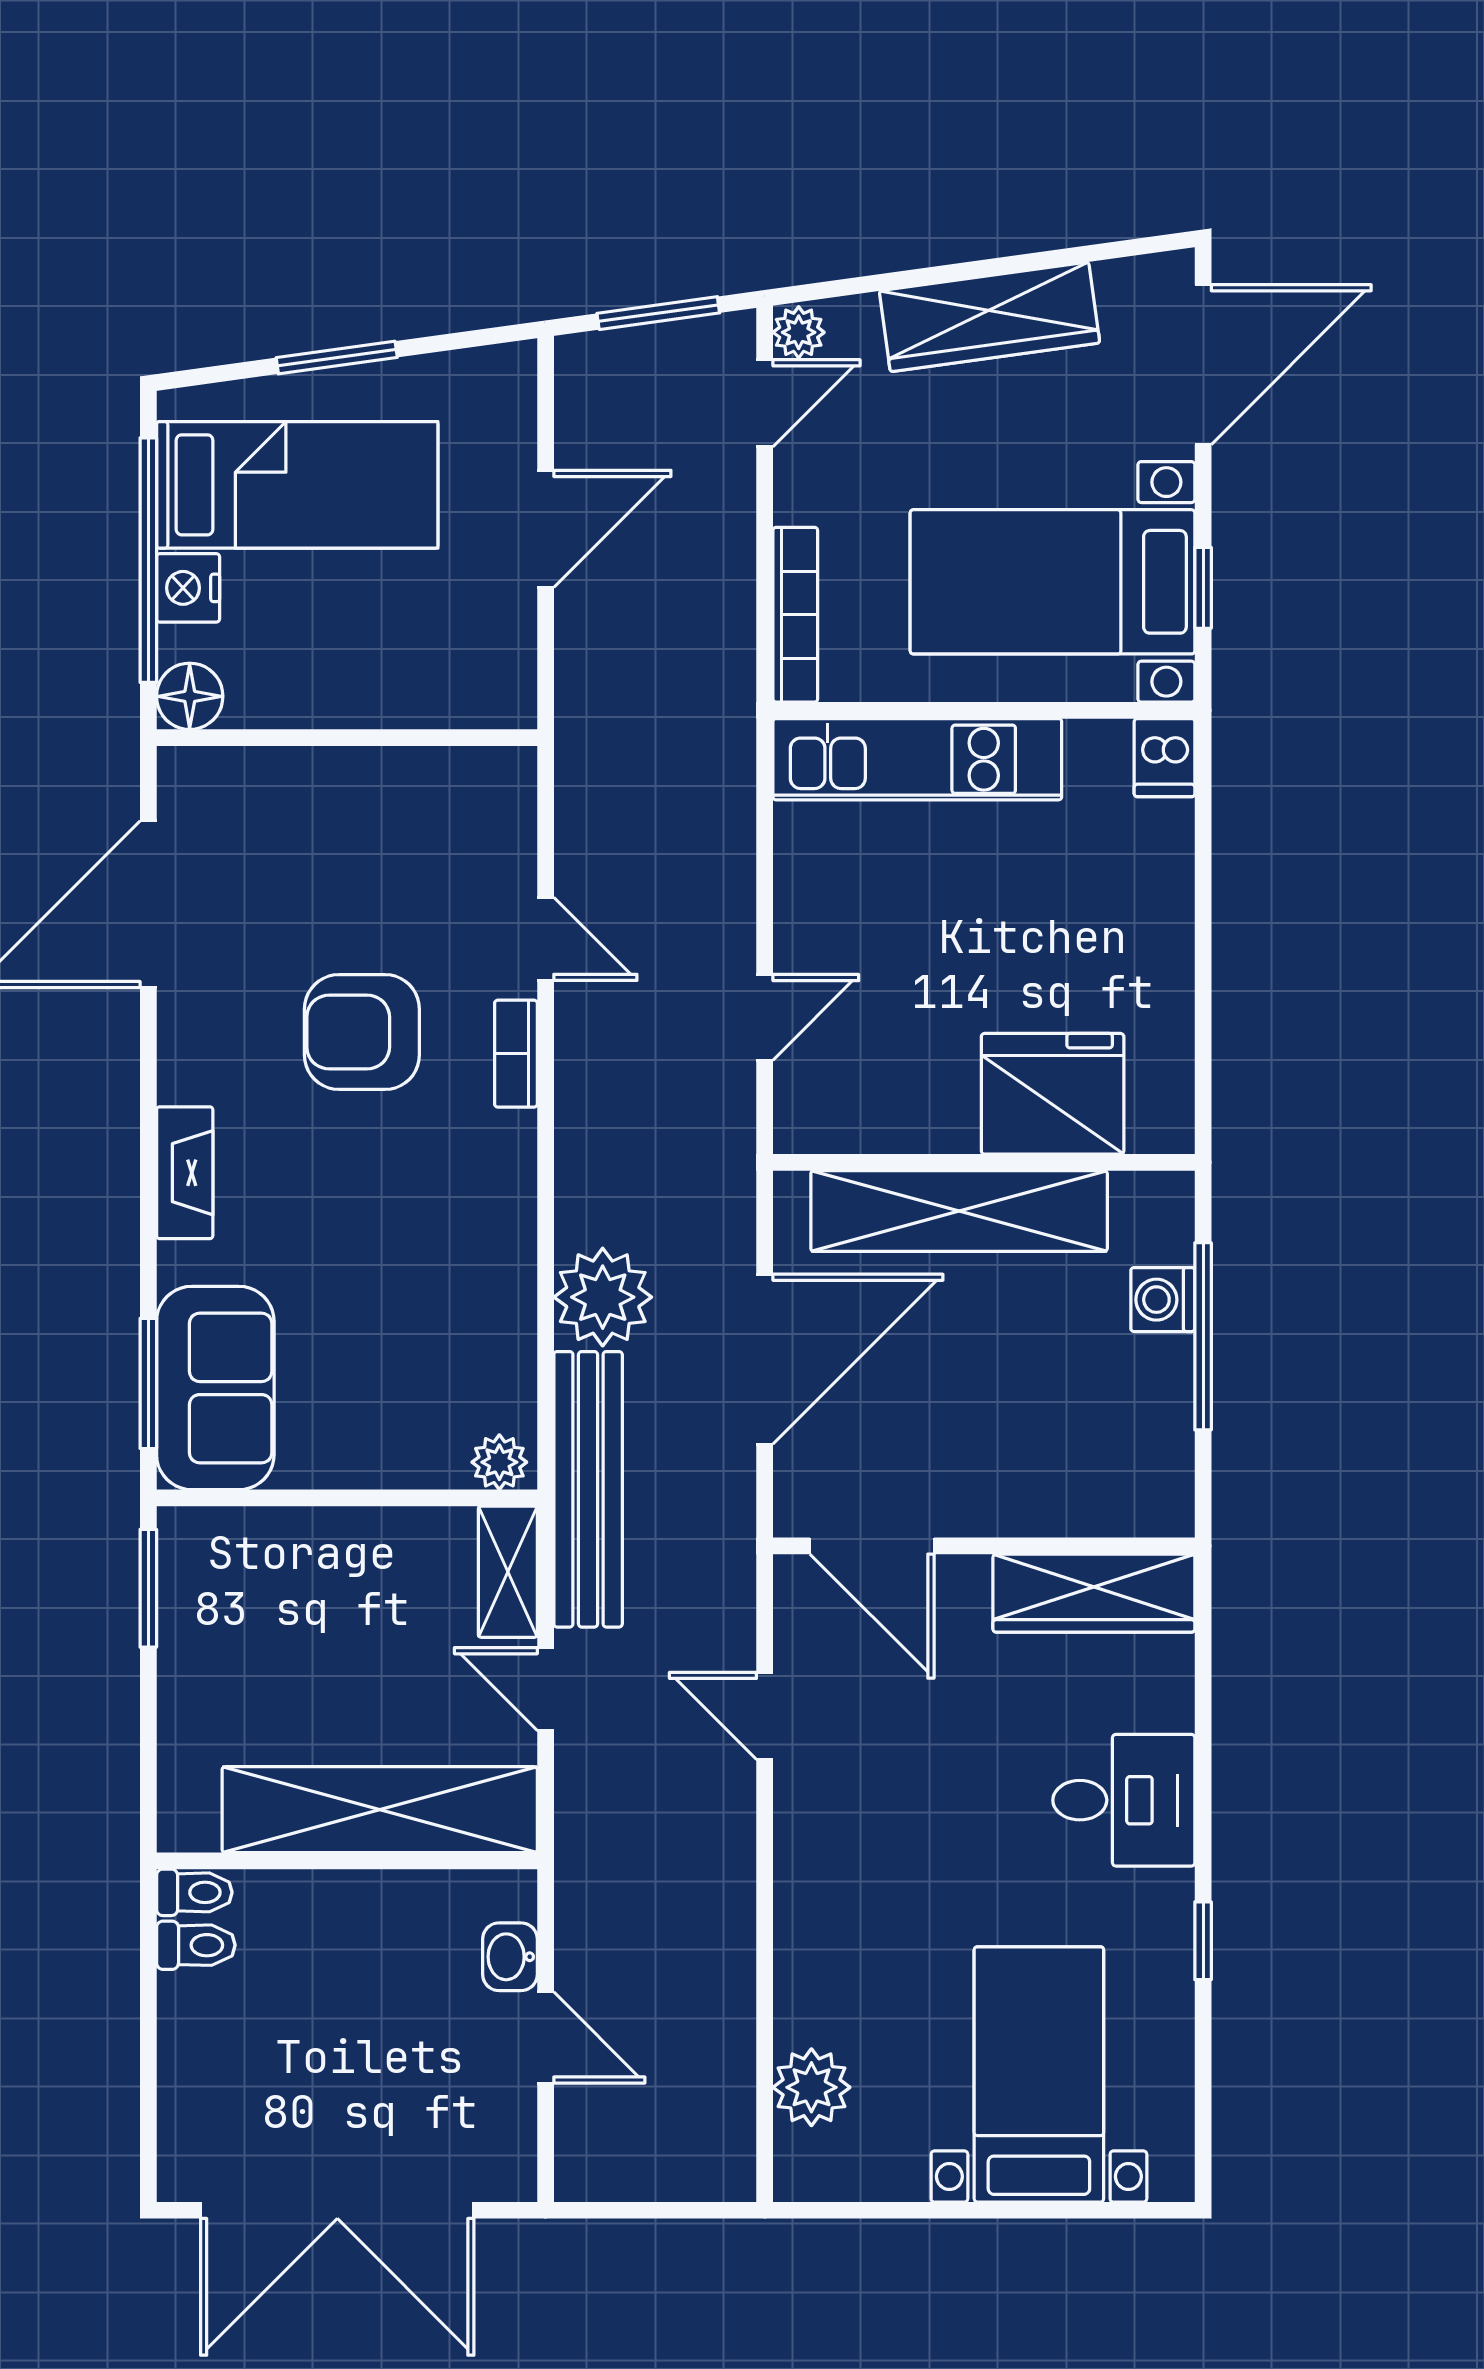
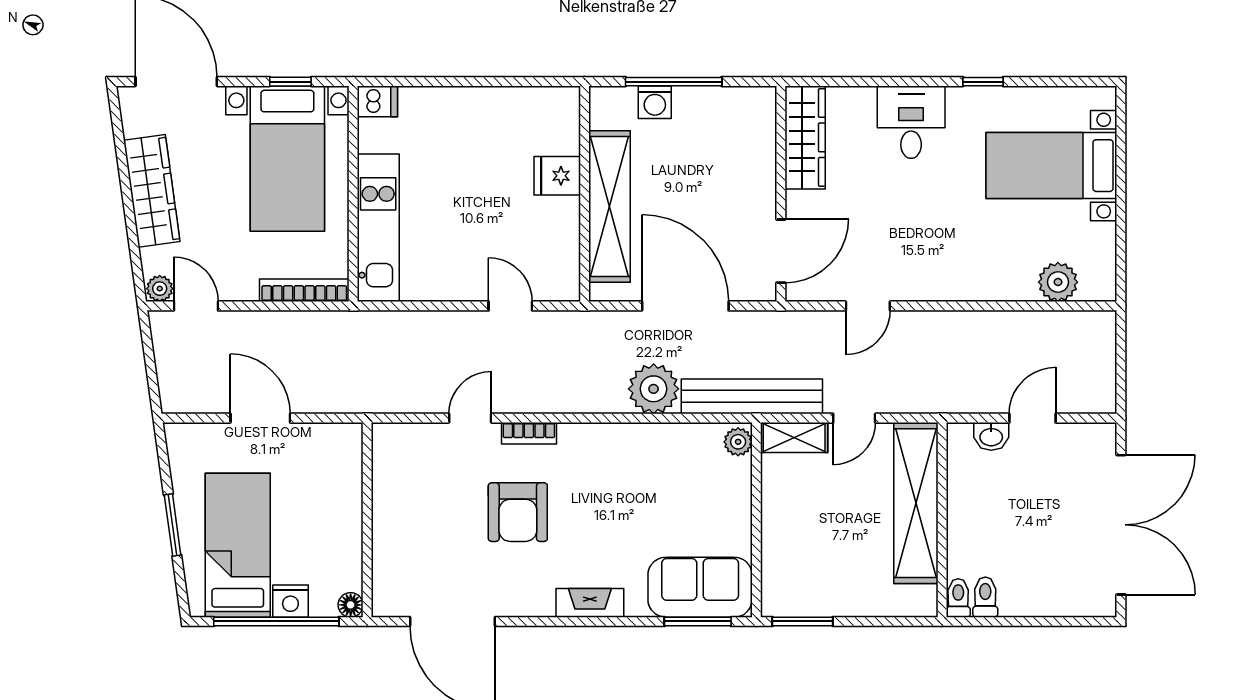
window: (658, 313) -> (150, 360), removed
floor lamp: (190, 696) -> (351, 605), width x0.73, depth x0.73
fridge: (1053, 1094) -> (557, 176), width x0.53, depth x0.75

